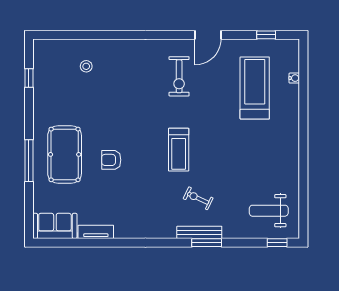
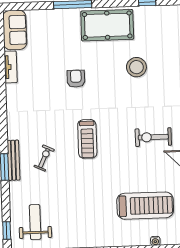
stool: (86, 66) -> (136, 67), moved, width x1.89, depth x1.89
treadmill: (179, 150) -> (87, 139), turned -90
pool table: (65, 154) -> (107, 25), moved

